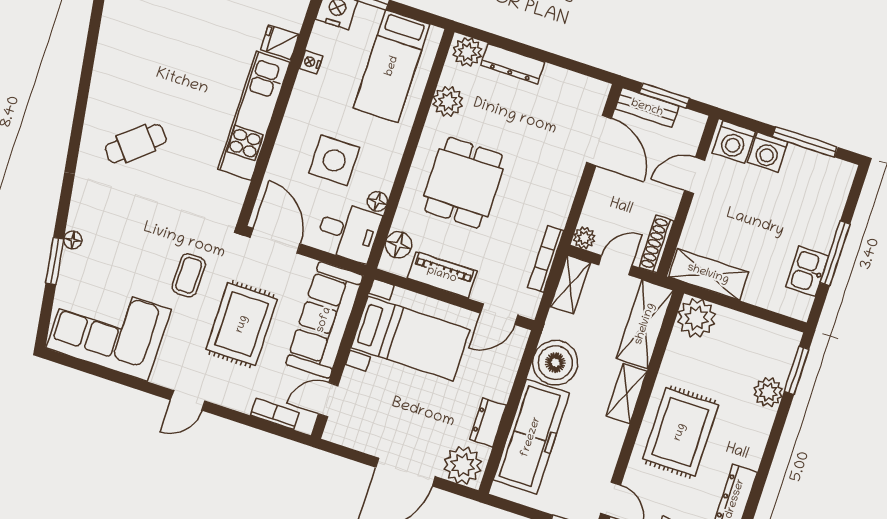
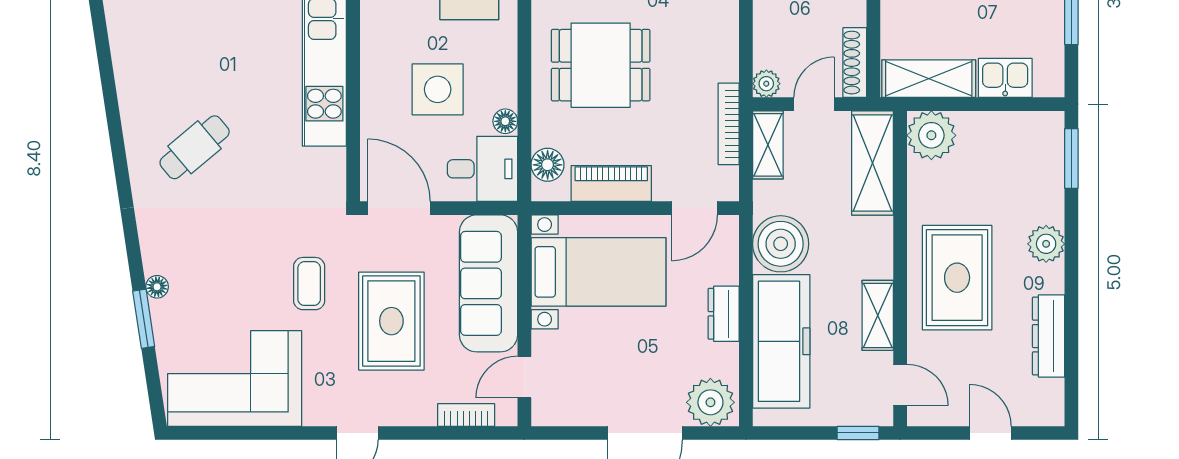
dining table: (464, 183) -> (601, 65), turned 90
kitchen sink: (807, 271) -> (1005, 78), moved, turned 90
plant: (768, 392) -> (1046, 244), moved
shelving: (627, 394) -> (878, 315), moved
dresser: (488, 422) -> (724, 314), moved

